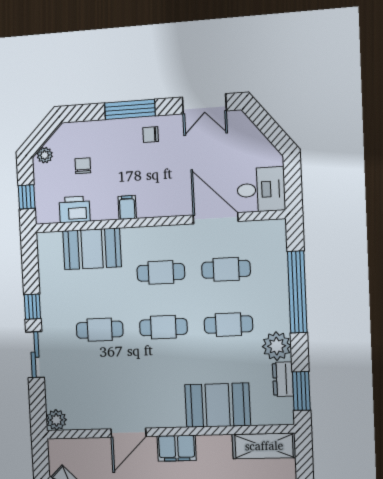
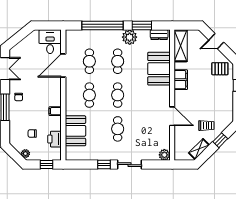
dresser: (283, 379) -> (159, 35), moved
window: (301, 391) -> (142, 26), moved
filing cabinet: (177, 448) -> (181, 80), moved

